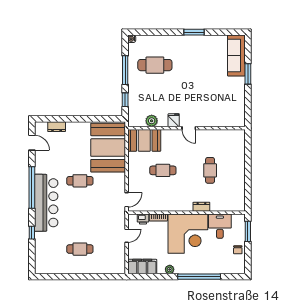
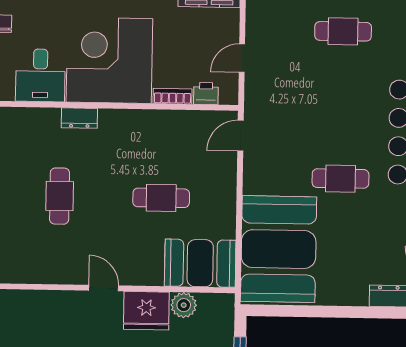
fridge: (174, 120) -> (146, 311), width x1.88, depth x1.34

